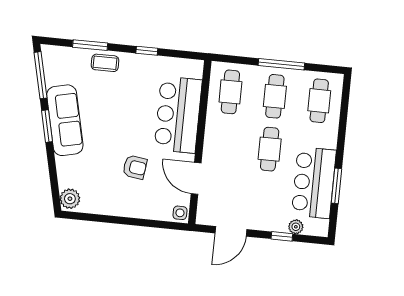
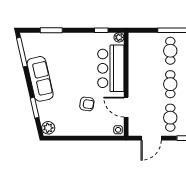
window: (147, 51) -> (101, 30), moved
coffee table: (105, 63) -> (62, 40), removed
plant: (196, 67) -> (119, 37), added
cafe table: (230, 92) -> (170, 118), moved
window: (47, 126) -> (35, 108), moved

